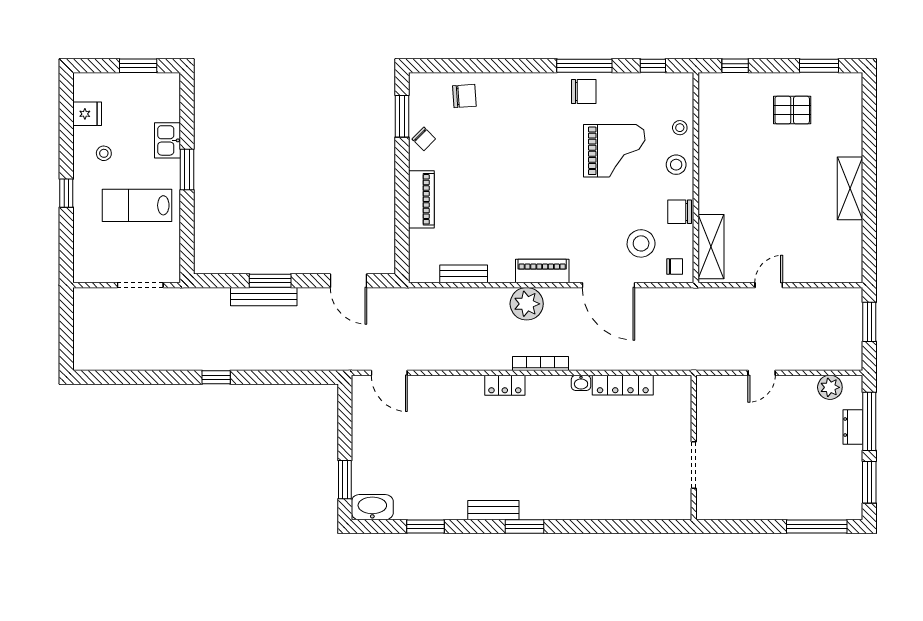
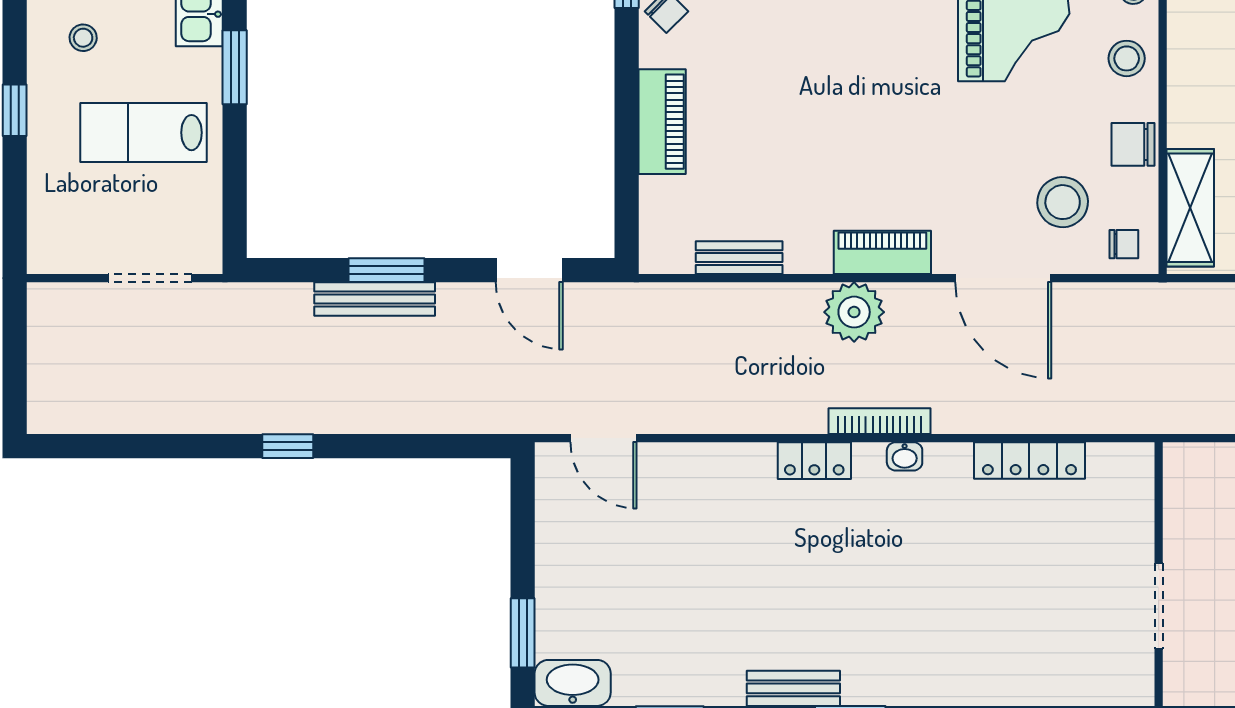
washbasin: (581, 383) -> (905, 456), moved

